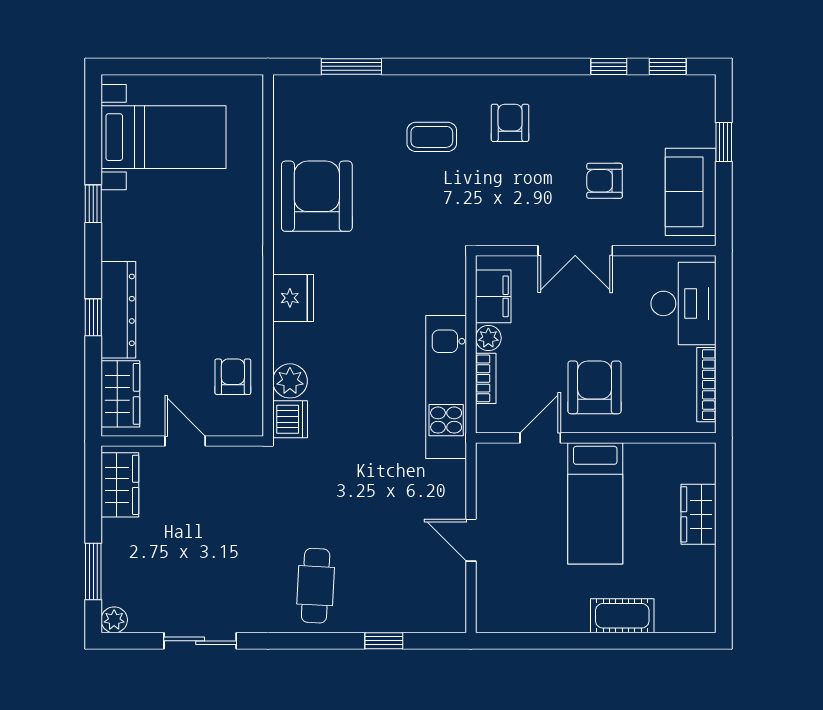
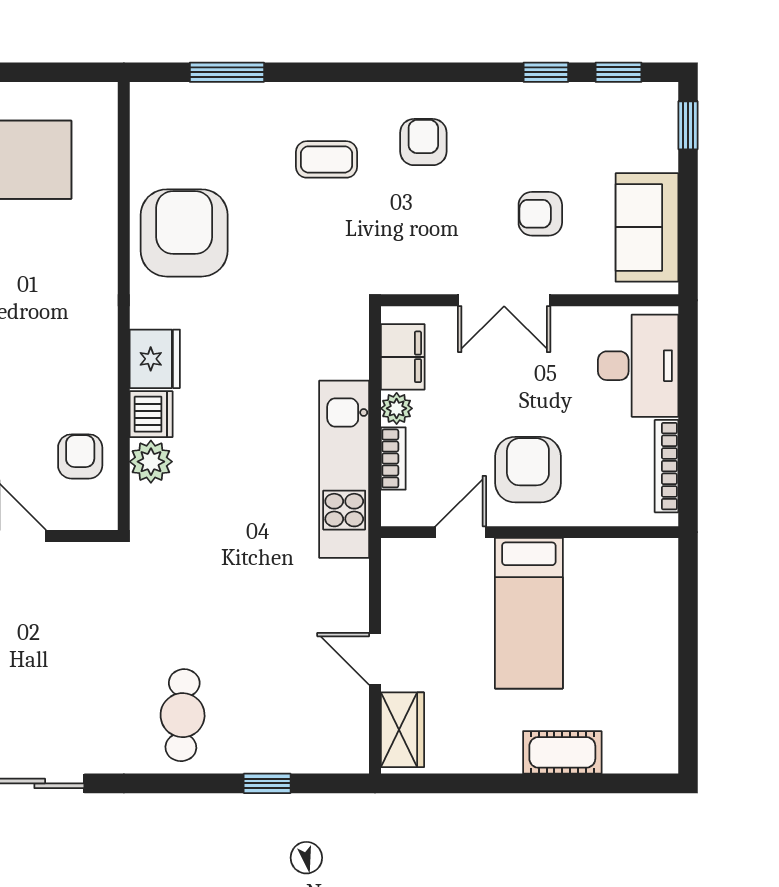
window: (724, 142) -> (688, 125), moved
dishwasher: (290, 419) -> (151, 414), moved
wardrobe: (698, 514) -> (402, 730), moved, turned 180

